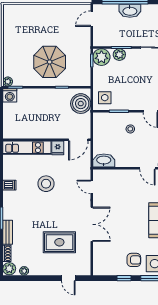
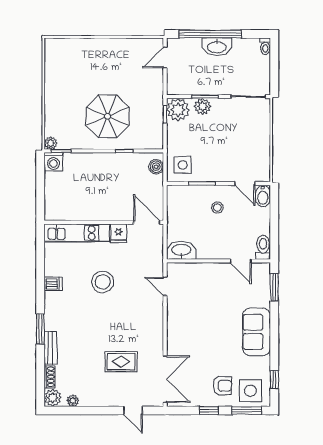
boiler: (81, 104) -> (156, 167), width x0.54, depth x0.54
door: (78, 140) -> (147, 222), swing flipped
double door: (92, 224) -> (165, 379), moved
rug: (59, 242) -> (121, 362), width x0.73, depth x0.70

